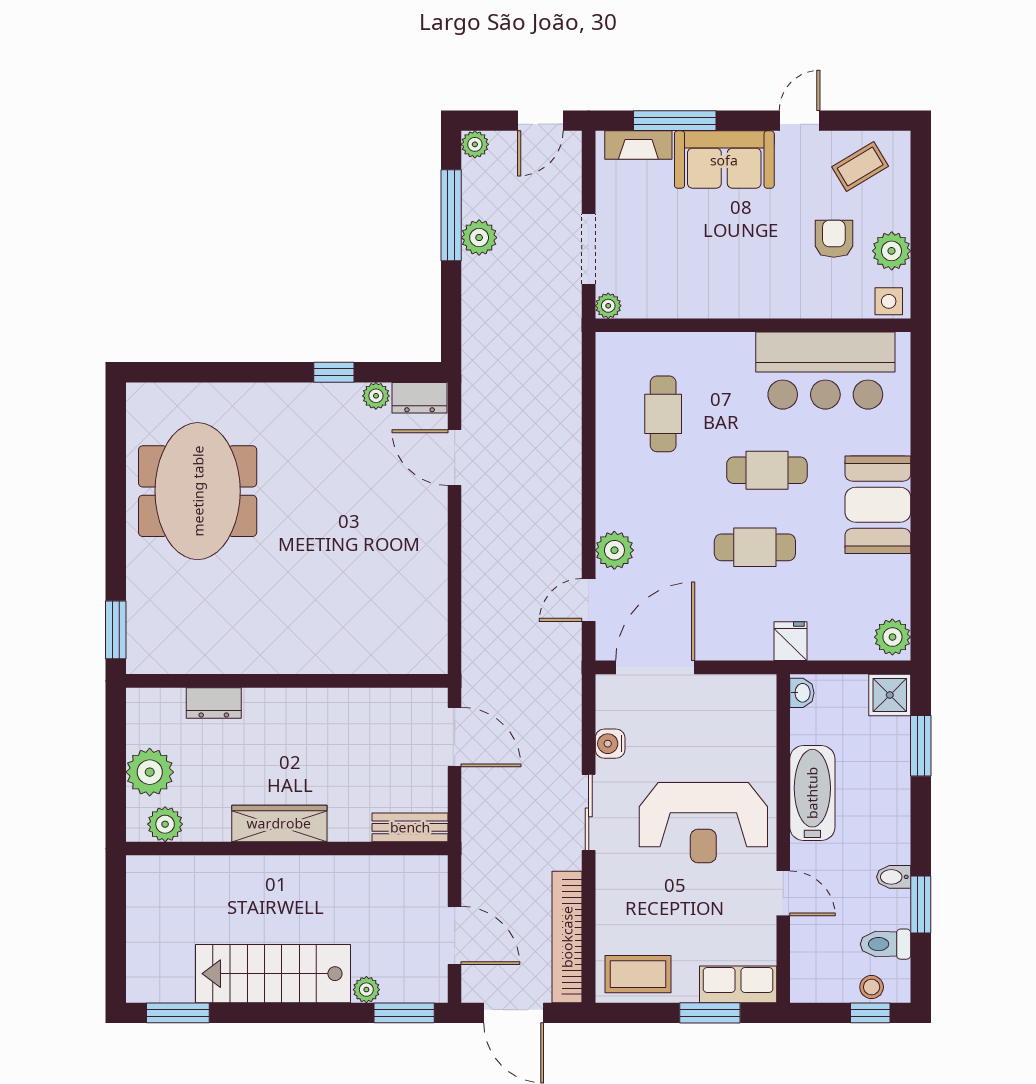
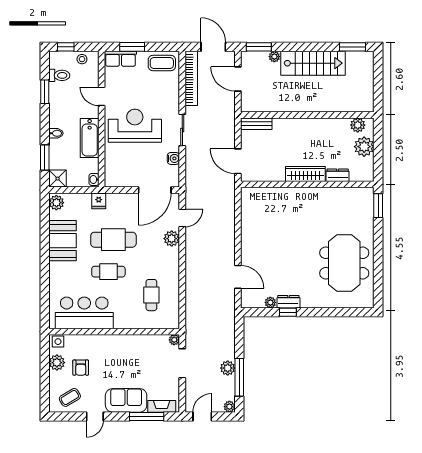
dresser: (420, 398) -> (288, 302), moved
booth: (878, 505) -> (63, 241), moved
cafe table: (755, 547) -> (113, 240), width x1.37, depth x1.35
wardrobe: (279, 823) -> (305, 174), moved, turned 180
bidet: (894, 877) -> (56, 133), moved
stool: (872, 987) -> (82, 59), moved

